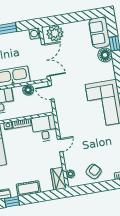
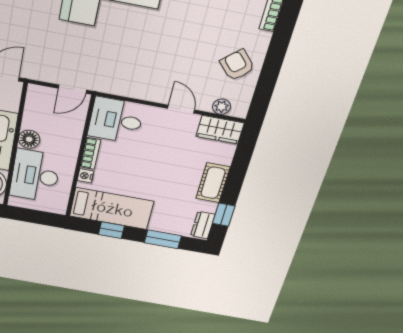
floor lamp: (28, 90) -> (29, 139), moved
door: (51, 92) -> (72, 89), moved
door: (60, 145) -> (181, 109), moved

